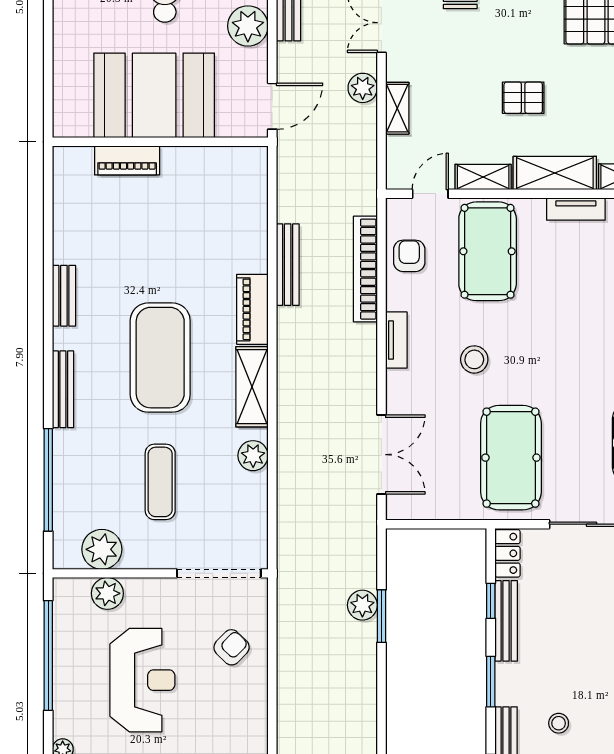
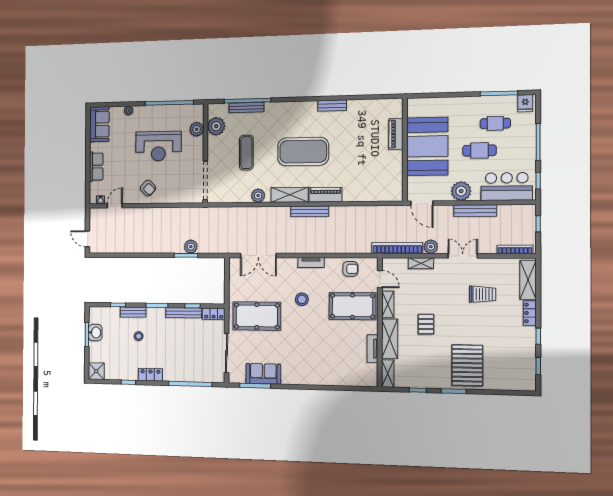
bench: (288, 265) -> (310, 211), moved
bookcase: (365, 269) -> (397, 248), moved
bench: (63, 389) -> (246, 107), moved
exercise mat: (160, 482) -> (246, 153), turned 90
armchair: (232, 647) -> (148, 188), moved

